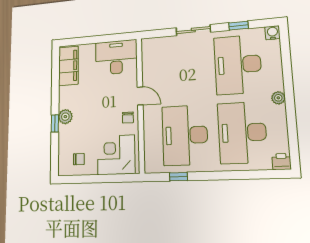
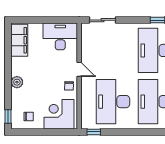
sliding door: (193, 30) -> (103, 20), moved
window: (55, 123) -> (8, 116), moved
window: (178, 177) -> (94, 132), moved

